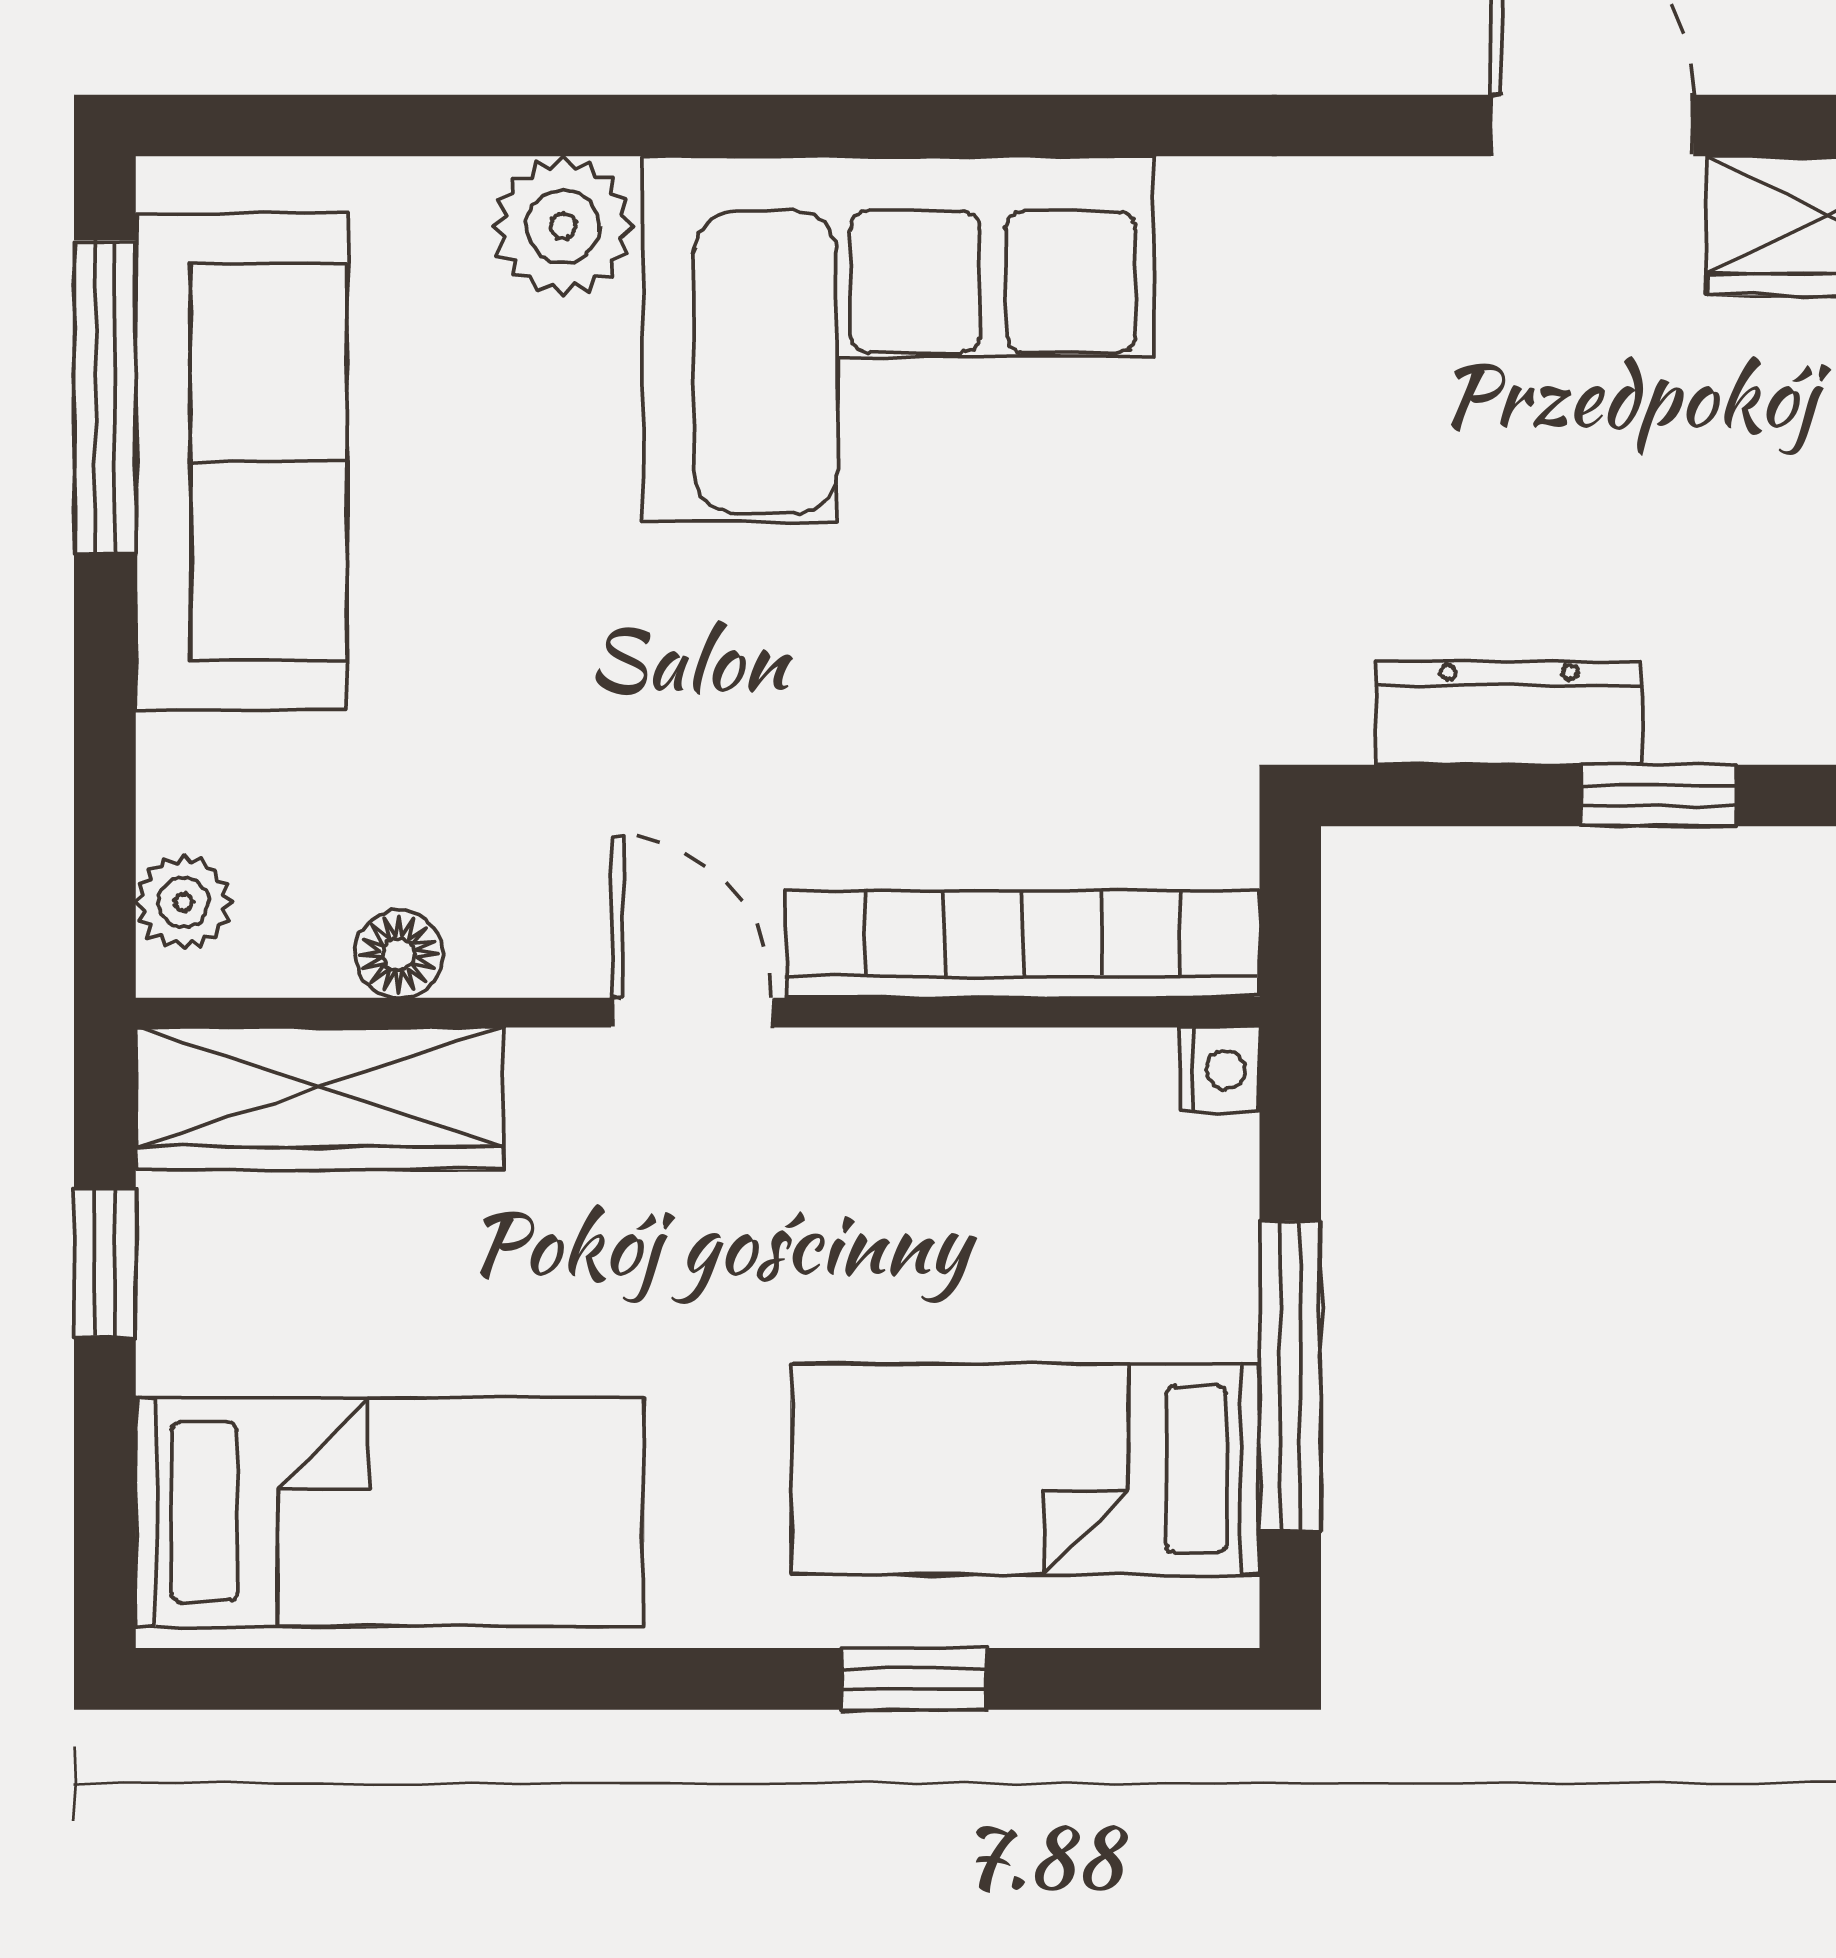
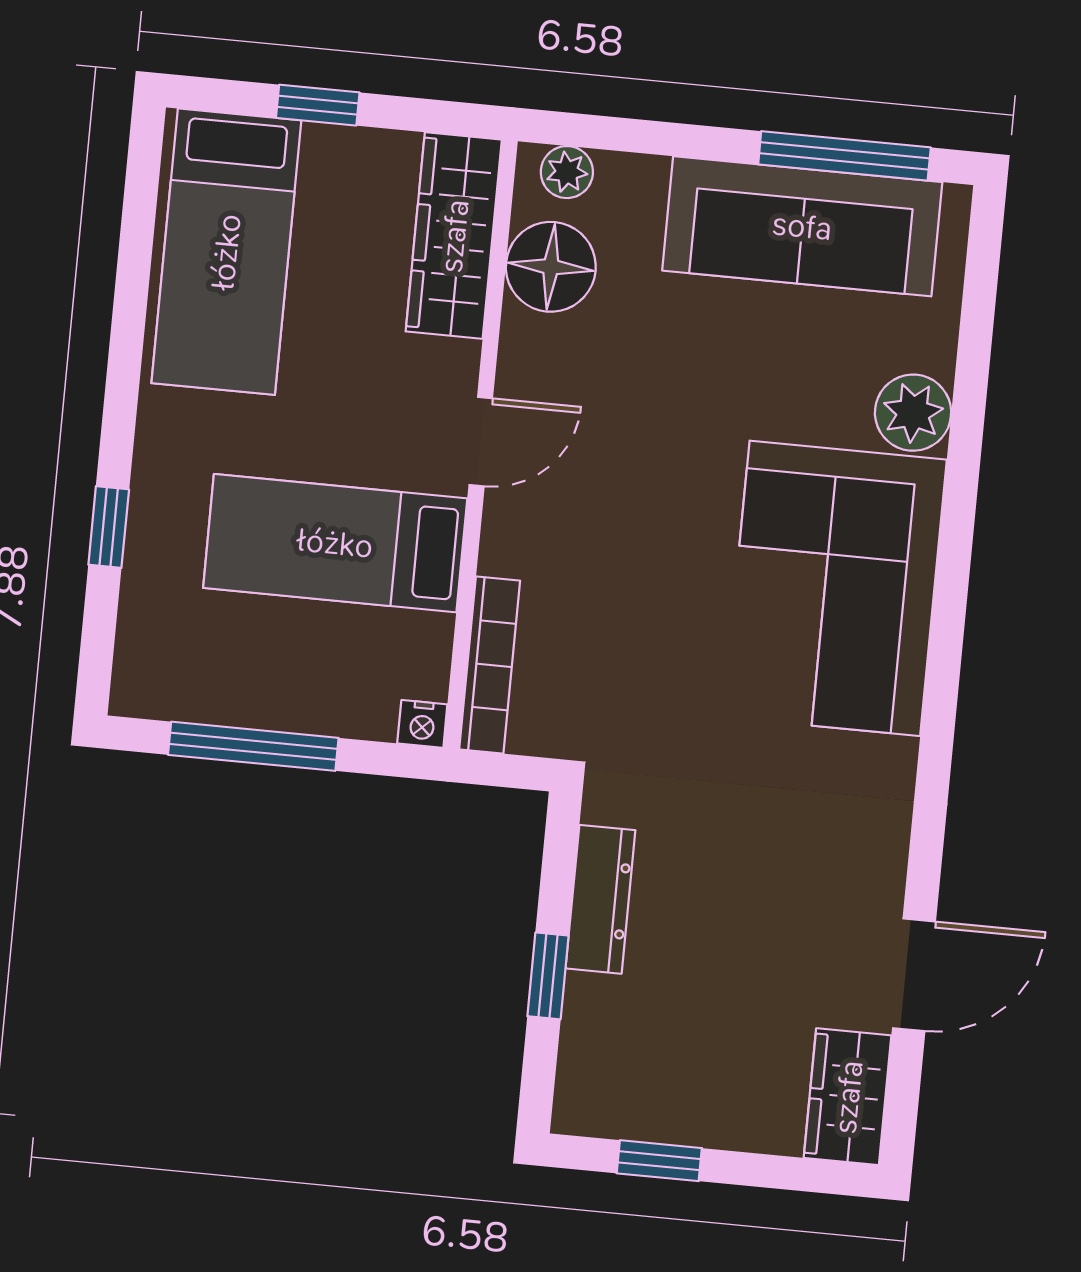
bookcase: (1023, 944) -> (490, 665), width x0.68, depth x0.76
floor lamp: (399, 954) -> (551, 267), width x1.89, depth x1.89
window: (105, 1263) -> (318, 105), moved
bed: (1025, 1469) -> (335, 543), moved, turned -90

